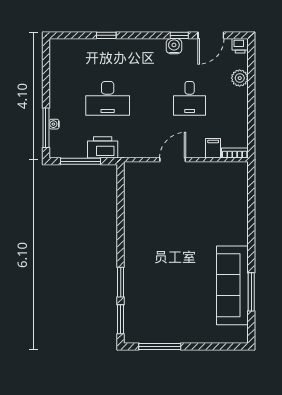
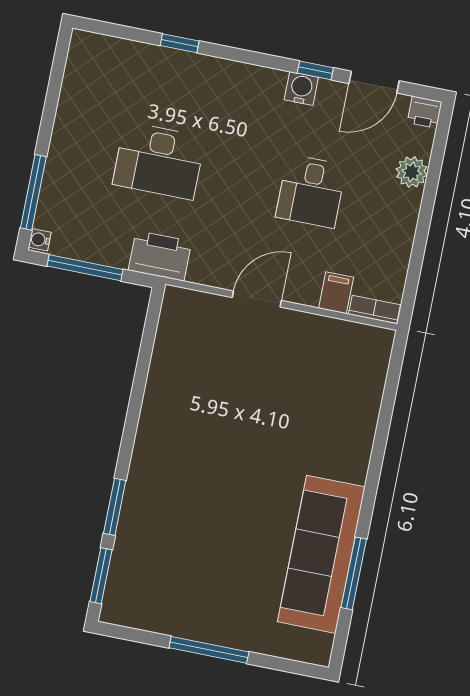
water cooler: (54, 124) -> (40, 240), moved
printer: (103, 147) -> (160, 256), moved
window: (160, 346) -> (209, 650), moved

